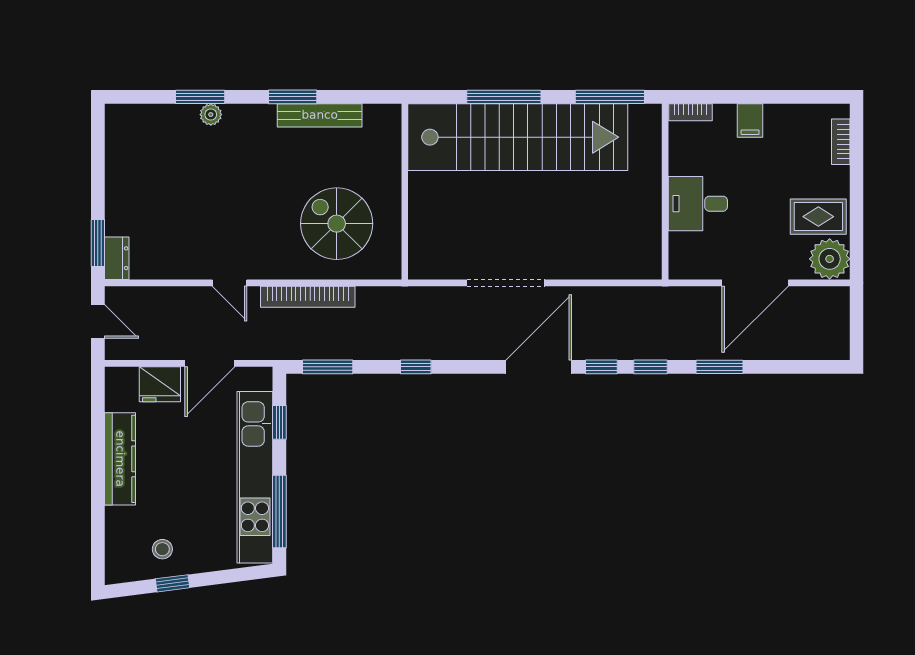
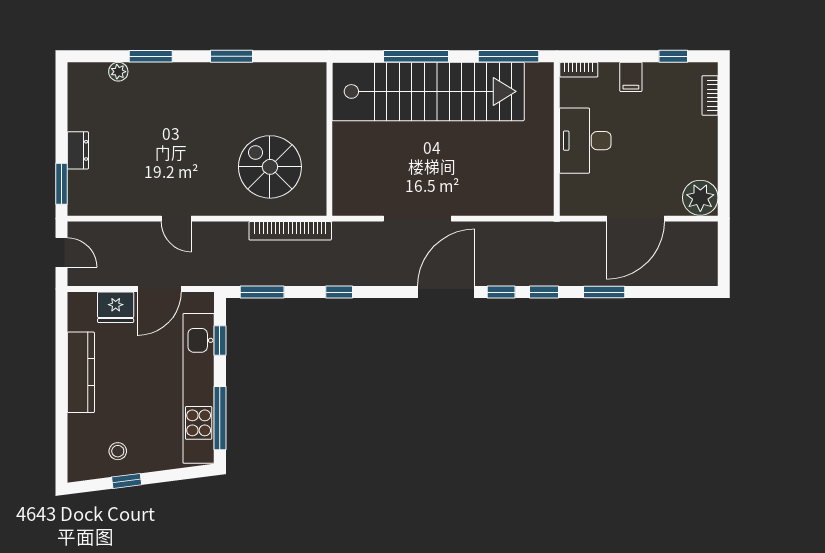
window: (799, 97) -> (673, 56), added
plant: (211, 115) -> (118, 72), moved
bench: (320, 115) -> (255, 72), removed
desk: (698, 204) -> (585, 141), width x1.37
rug: (818, 217) -> (690, 161), removed
dresser: (117, 258) -> (78, 150), moved
bookcase: (308, 297) -> (290, 231), moved

